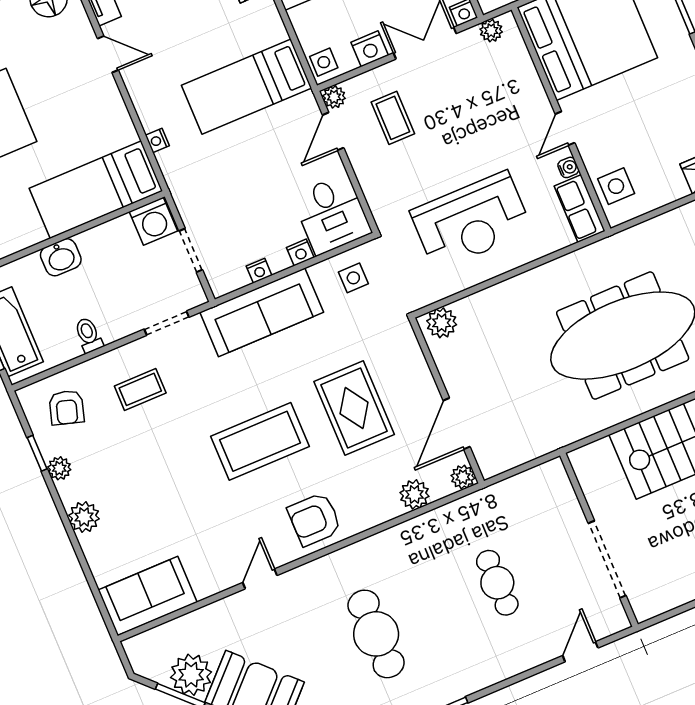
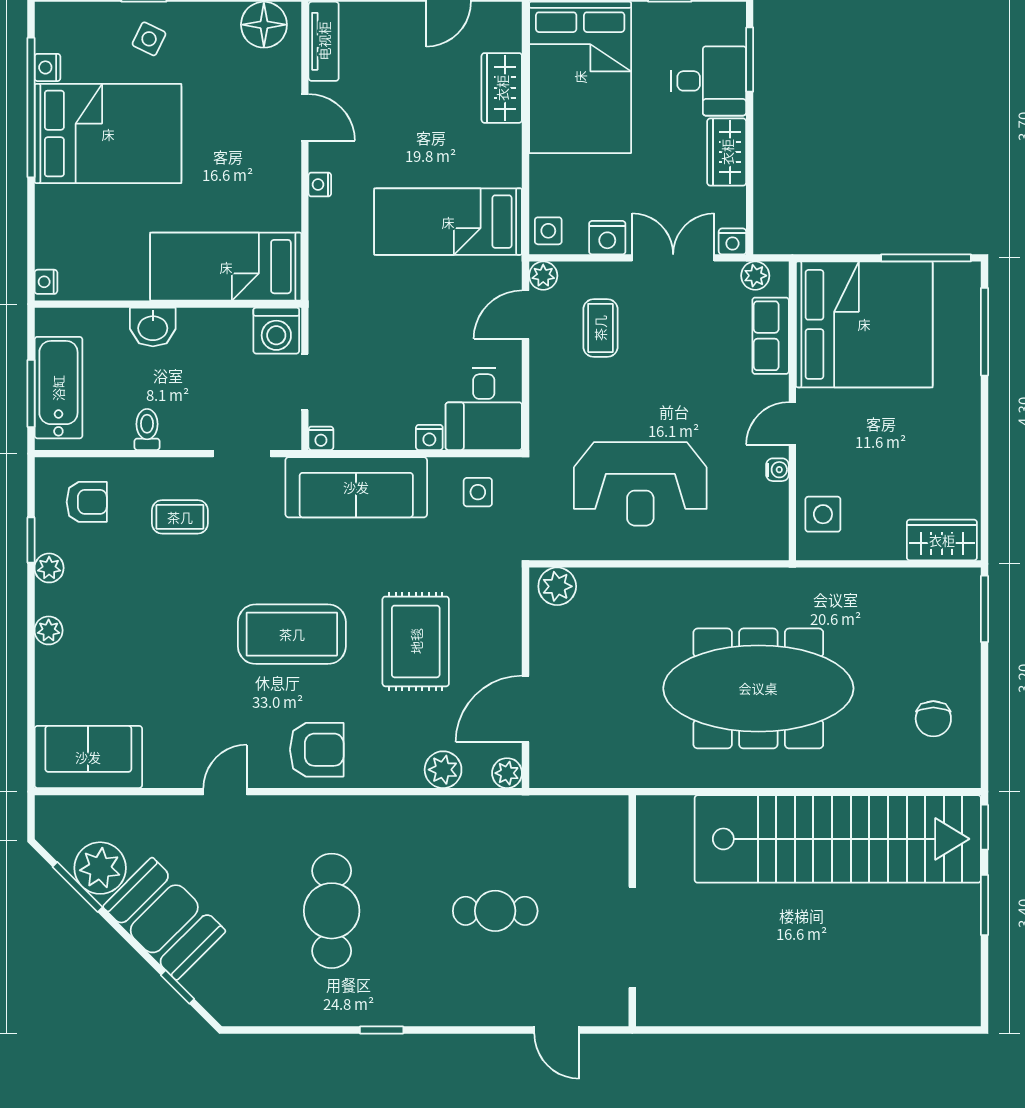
nightstand: (157, 141) -> (320, 184), moved
row of seats: (580, 208) -> (771, 336), moved
nightstand: (259, 271) -> (321, 438), moved
armchair: (67, 408) -> (87, 502), turned -107
plant: (84, 517) -> (49, 630), width x0.73, depth x0.73
armchair: (315, 519) -> (317, 750), turned 180
cafe table: (497, 583) -> (495, 911), turned 90
door: (580, 652) -> (557, 1030), swing flipped

